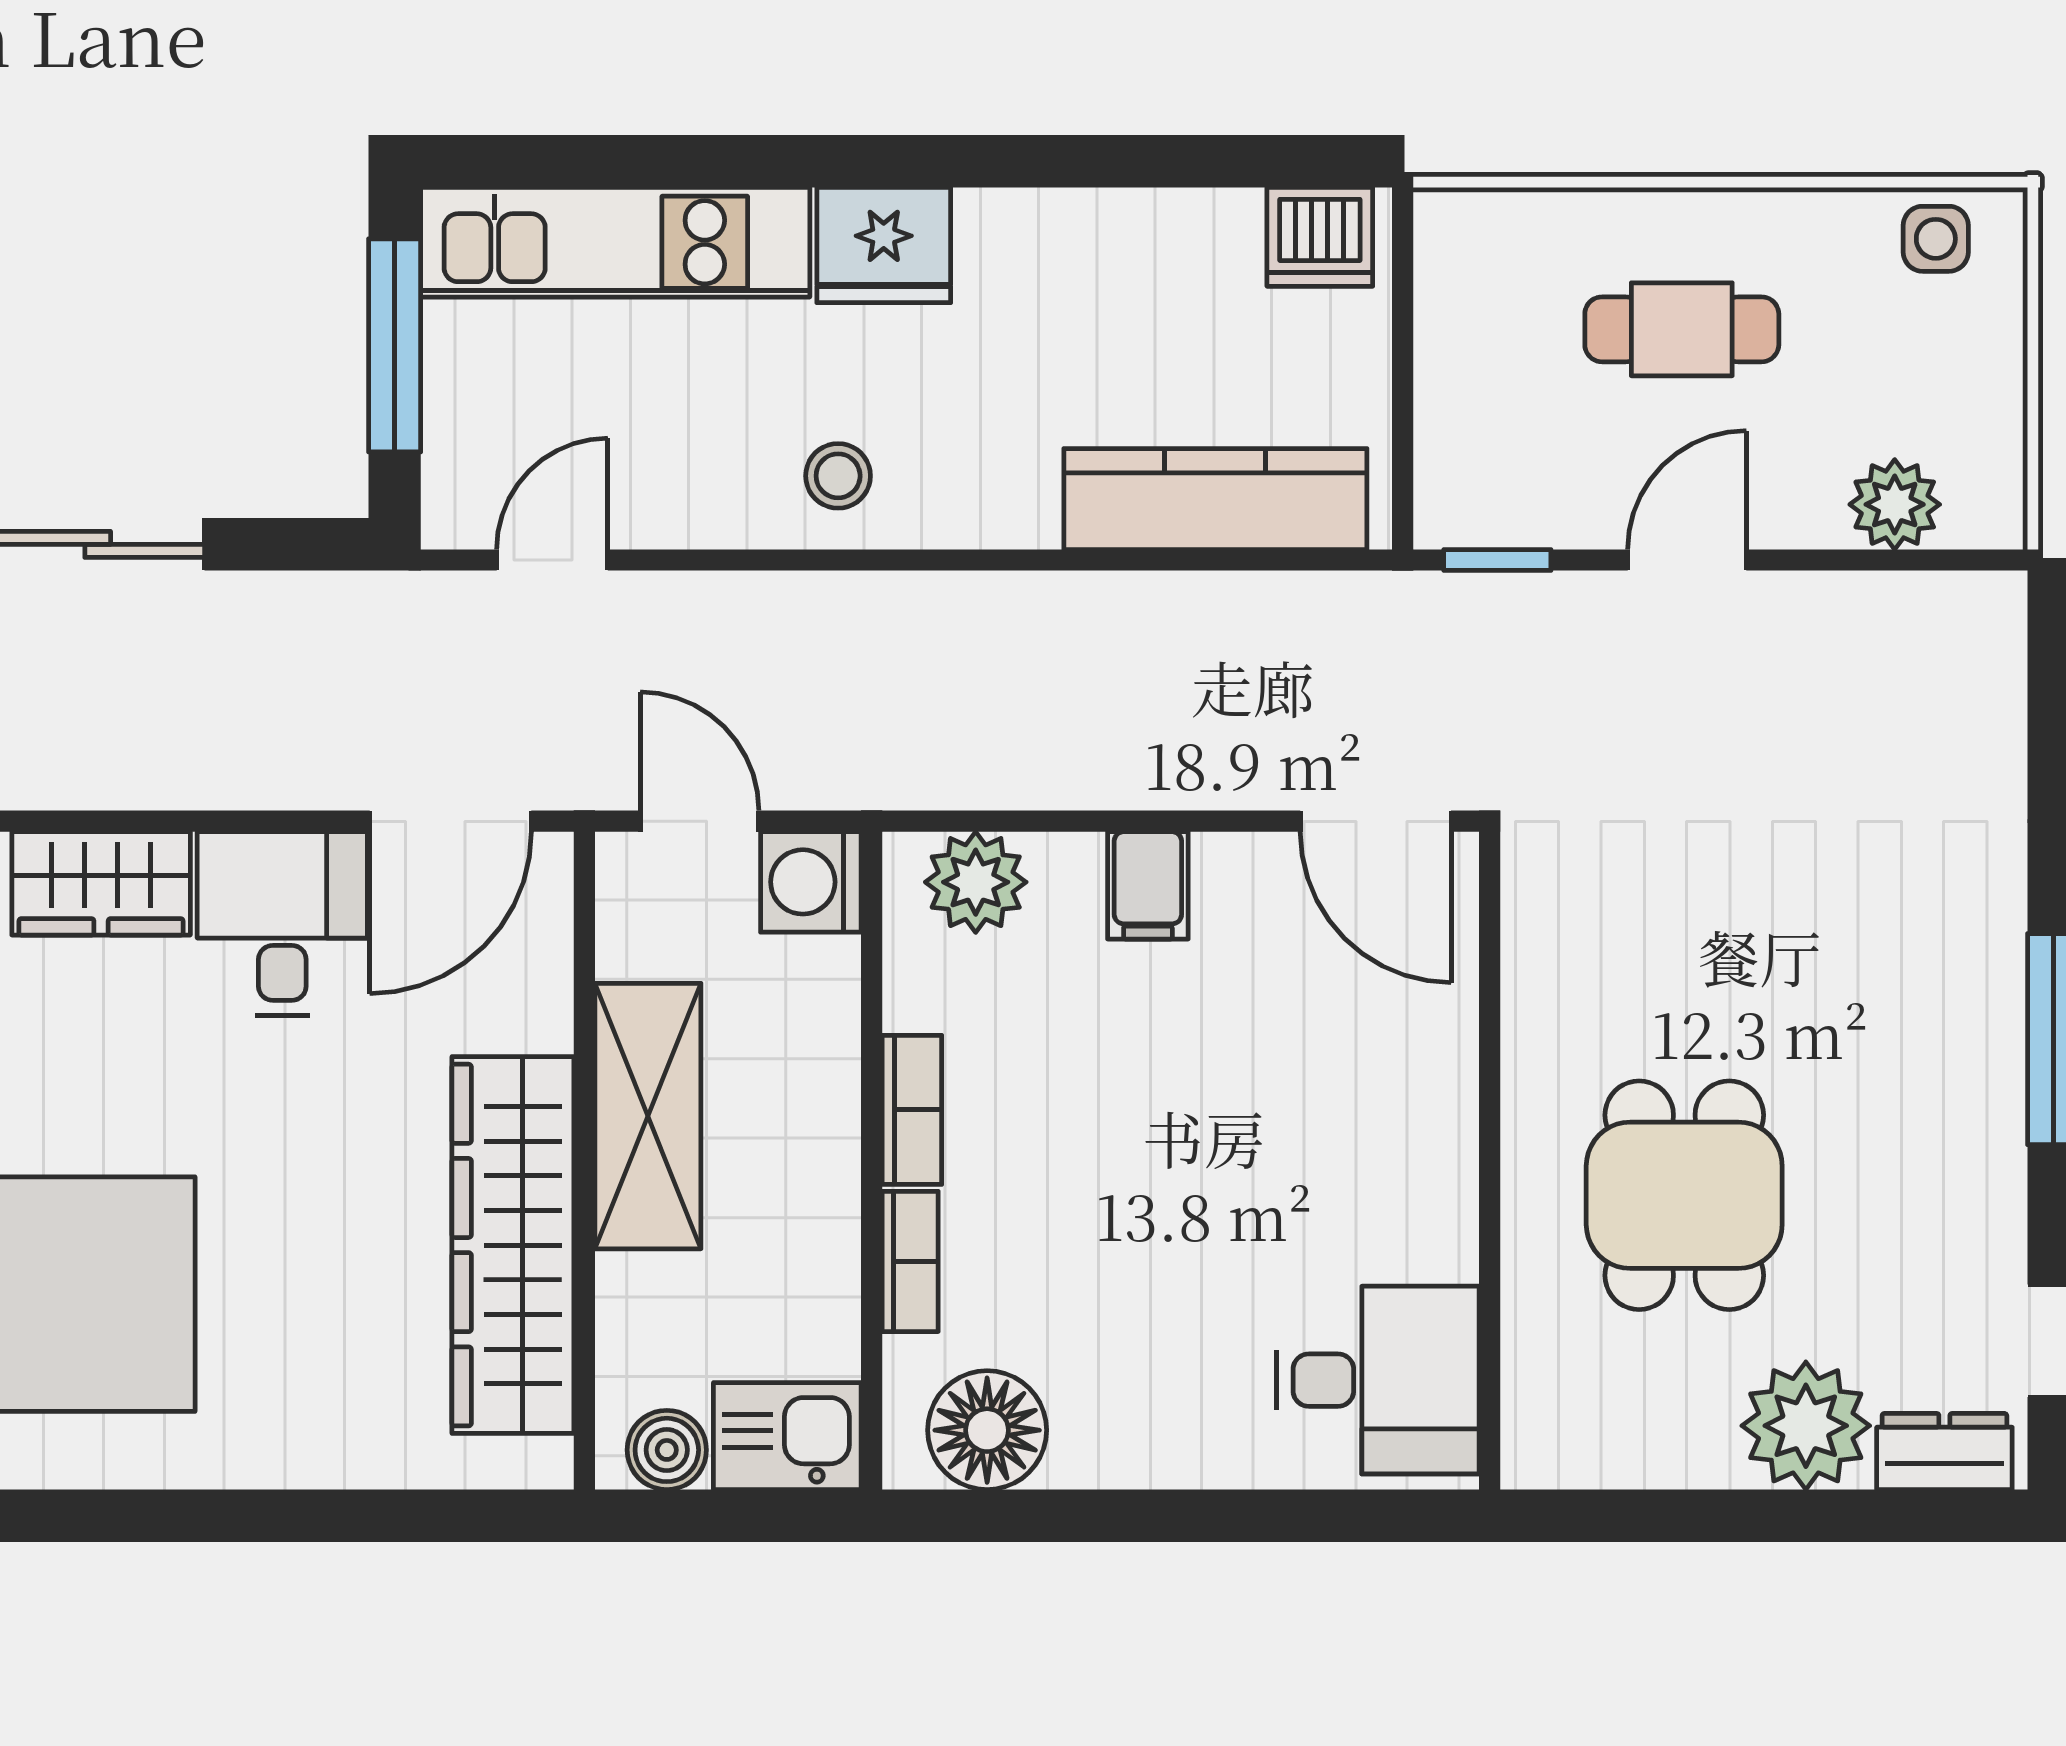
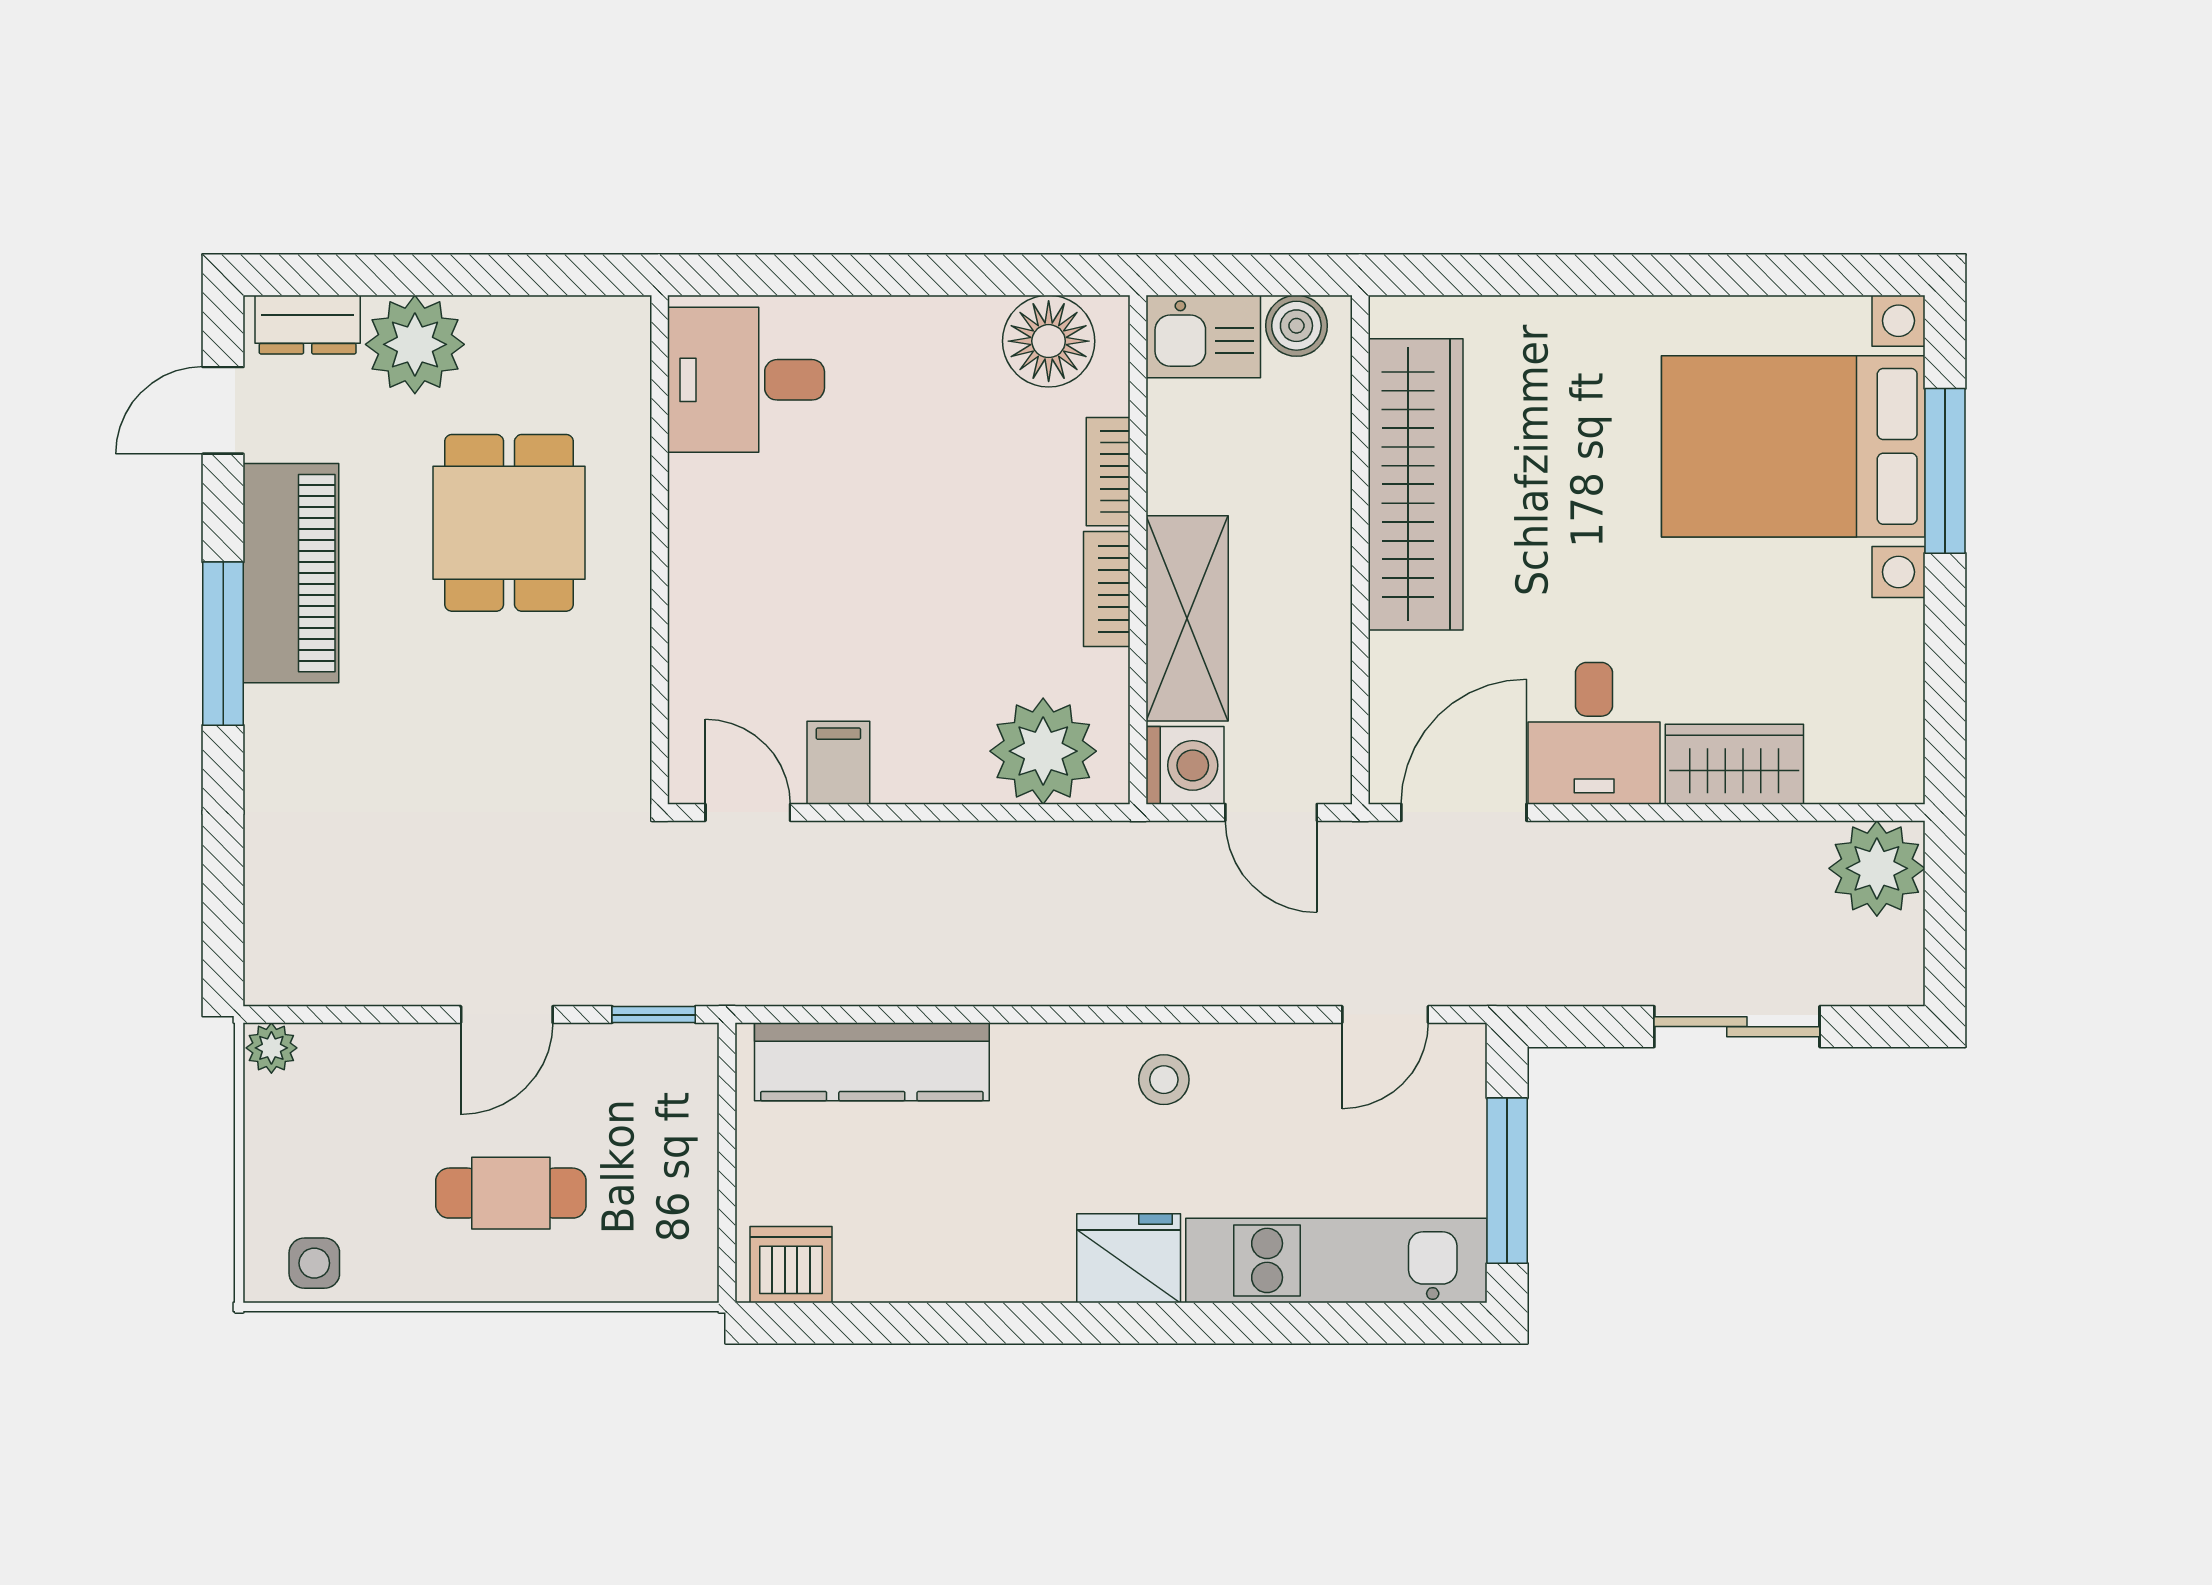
plant: (1895, 504) -> (271, 1048), moved, width x0.73, depth x0.73
door: (1376, 821) -> (748, 812), width x0.73
plant: (976, 882) -> (1043, 751), width x1.36, depth x1.36
filing cabinet: (1148, 885) -> (838, 763), moved
shelving: (648, 1116) -> (1187, 618), moved
piano: (1966, 1130) -> (291, 573), added

